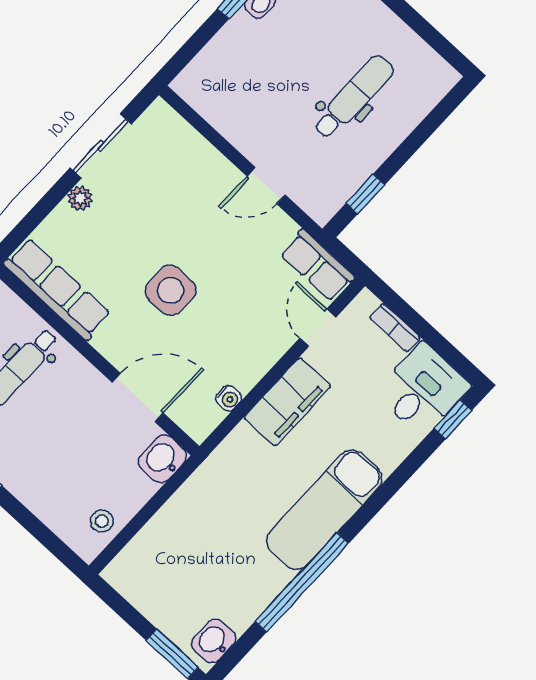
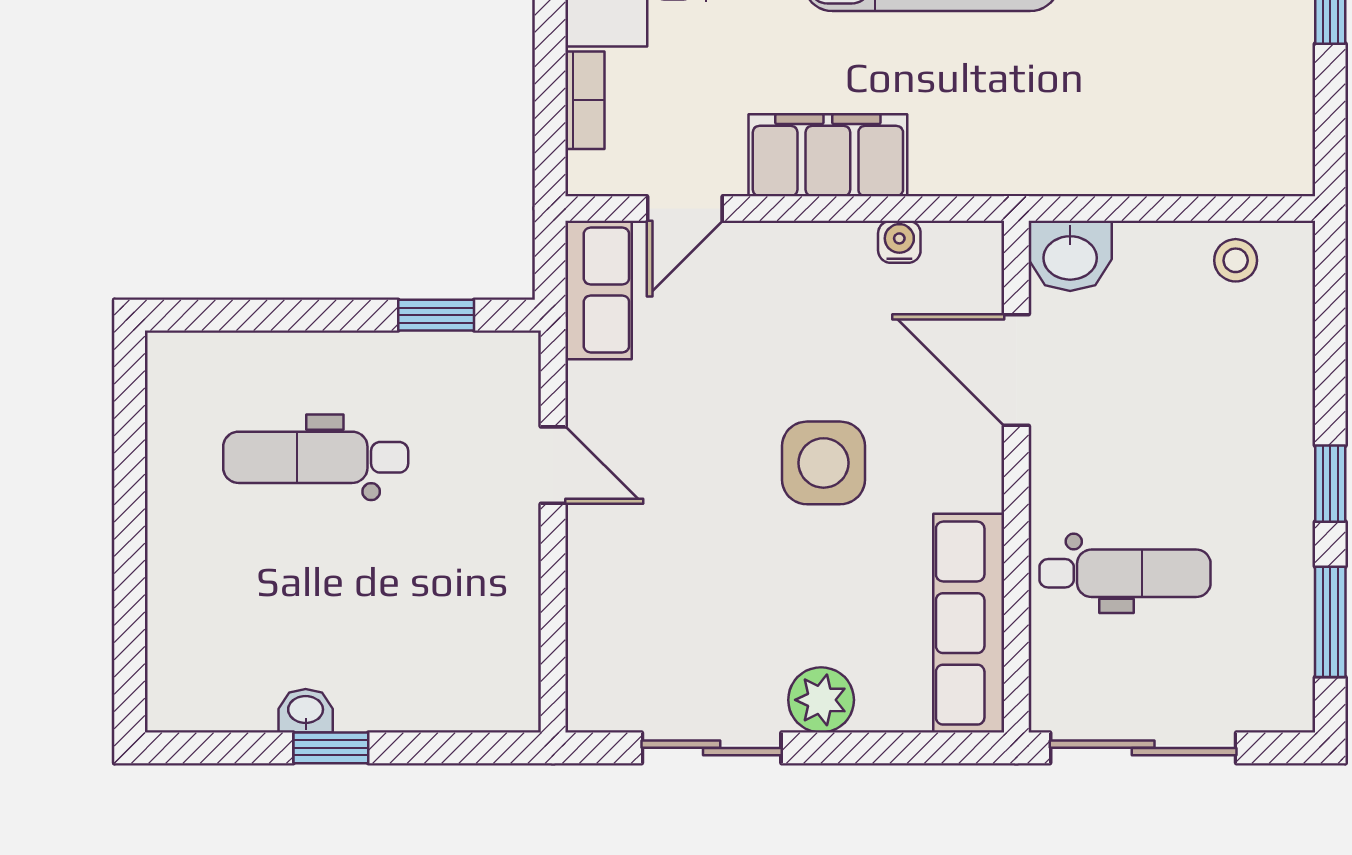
plant: (80, 198) -> (821, 700), width x1.38, depth x1.38

